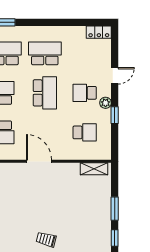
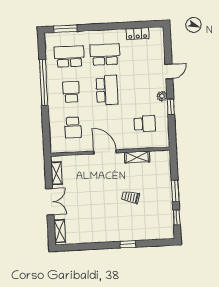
locker: (99, 32) -> (138, 34), moved
school desk: (85, 93) -> (143, 88), removed
shelving: (94, 169) -> (137, 157), moved
trolley: (46, 239) -> (131, 197), moved

